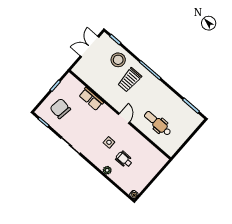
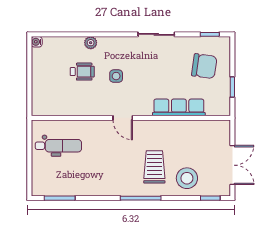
row of seats: (91, 99) -> (179, 107), width x1.48
dental chair: (158, 123) -> (58, 146), moved

